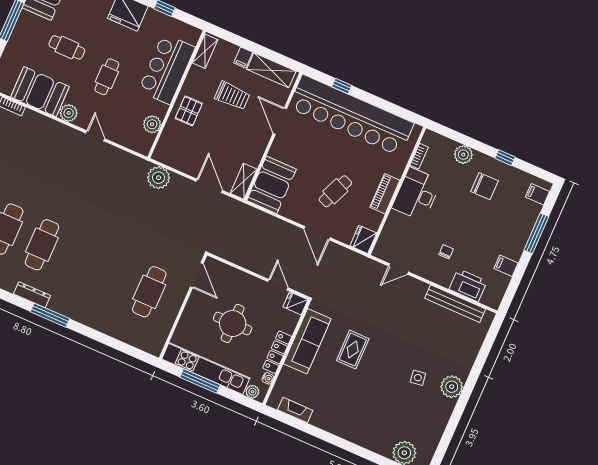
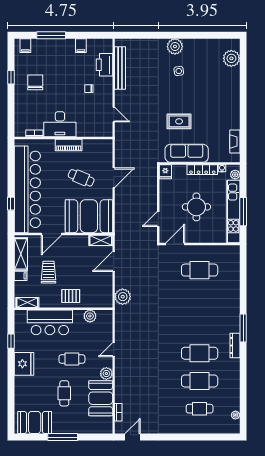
plant: (463, 155) -> (21, 105), removed
booth: (272, 185) -> (89, 216), width x1.36, depth x1.42
fridge: (363, 239) -> (104, 146), removed
door: (278, 285) -> (158, 219), moved

